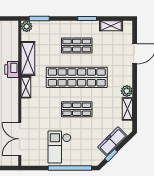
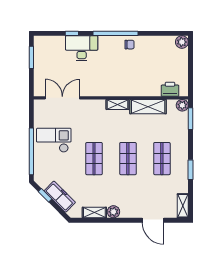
shelving: (111, 26) -> (183, 206), moved
printer: (12, 69) -> (170, 89), moved
shop shelf: (77, 77) -> (128, 159), width x0.50, depth x0.74

